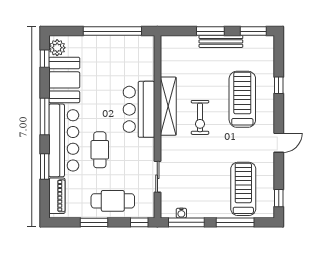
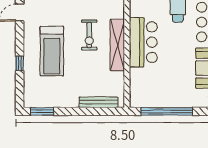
window: (210, 31) -> (80, 111), removed
bench: (221, 41) -> (99, 102), moved
exercise bike: (200, 117) -> (89, 35), turned 180

